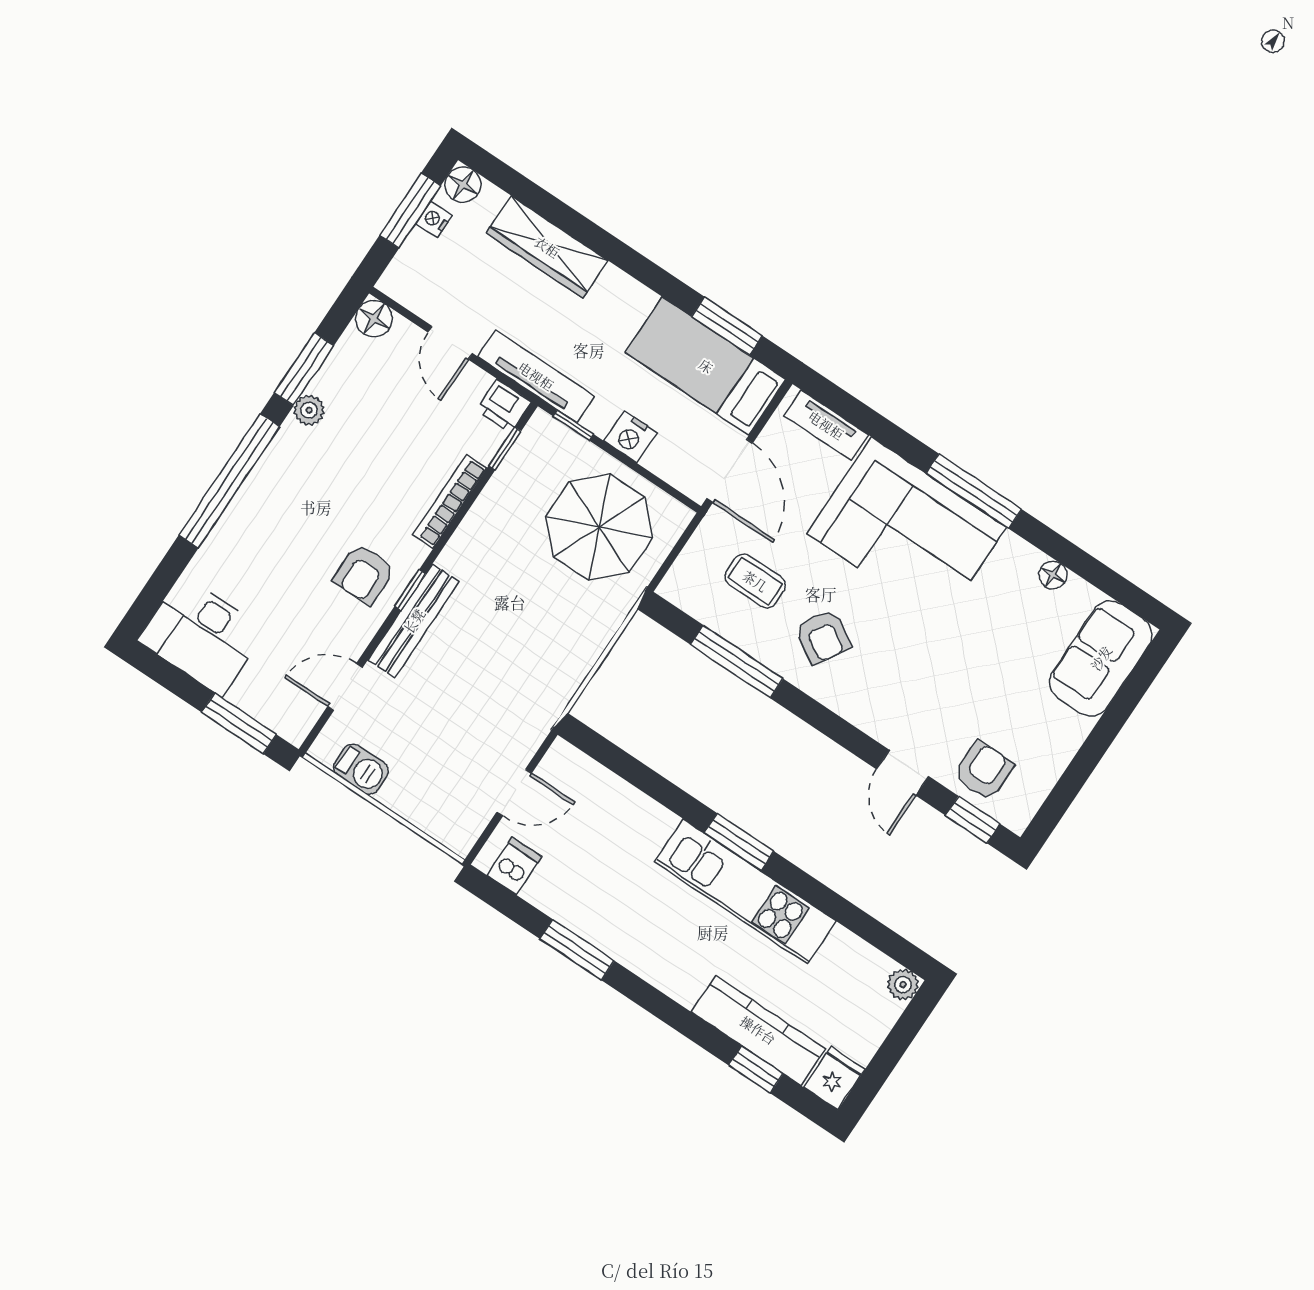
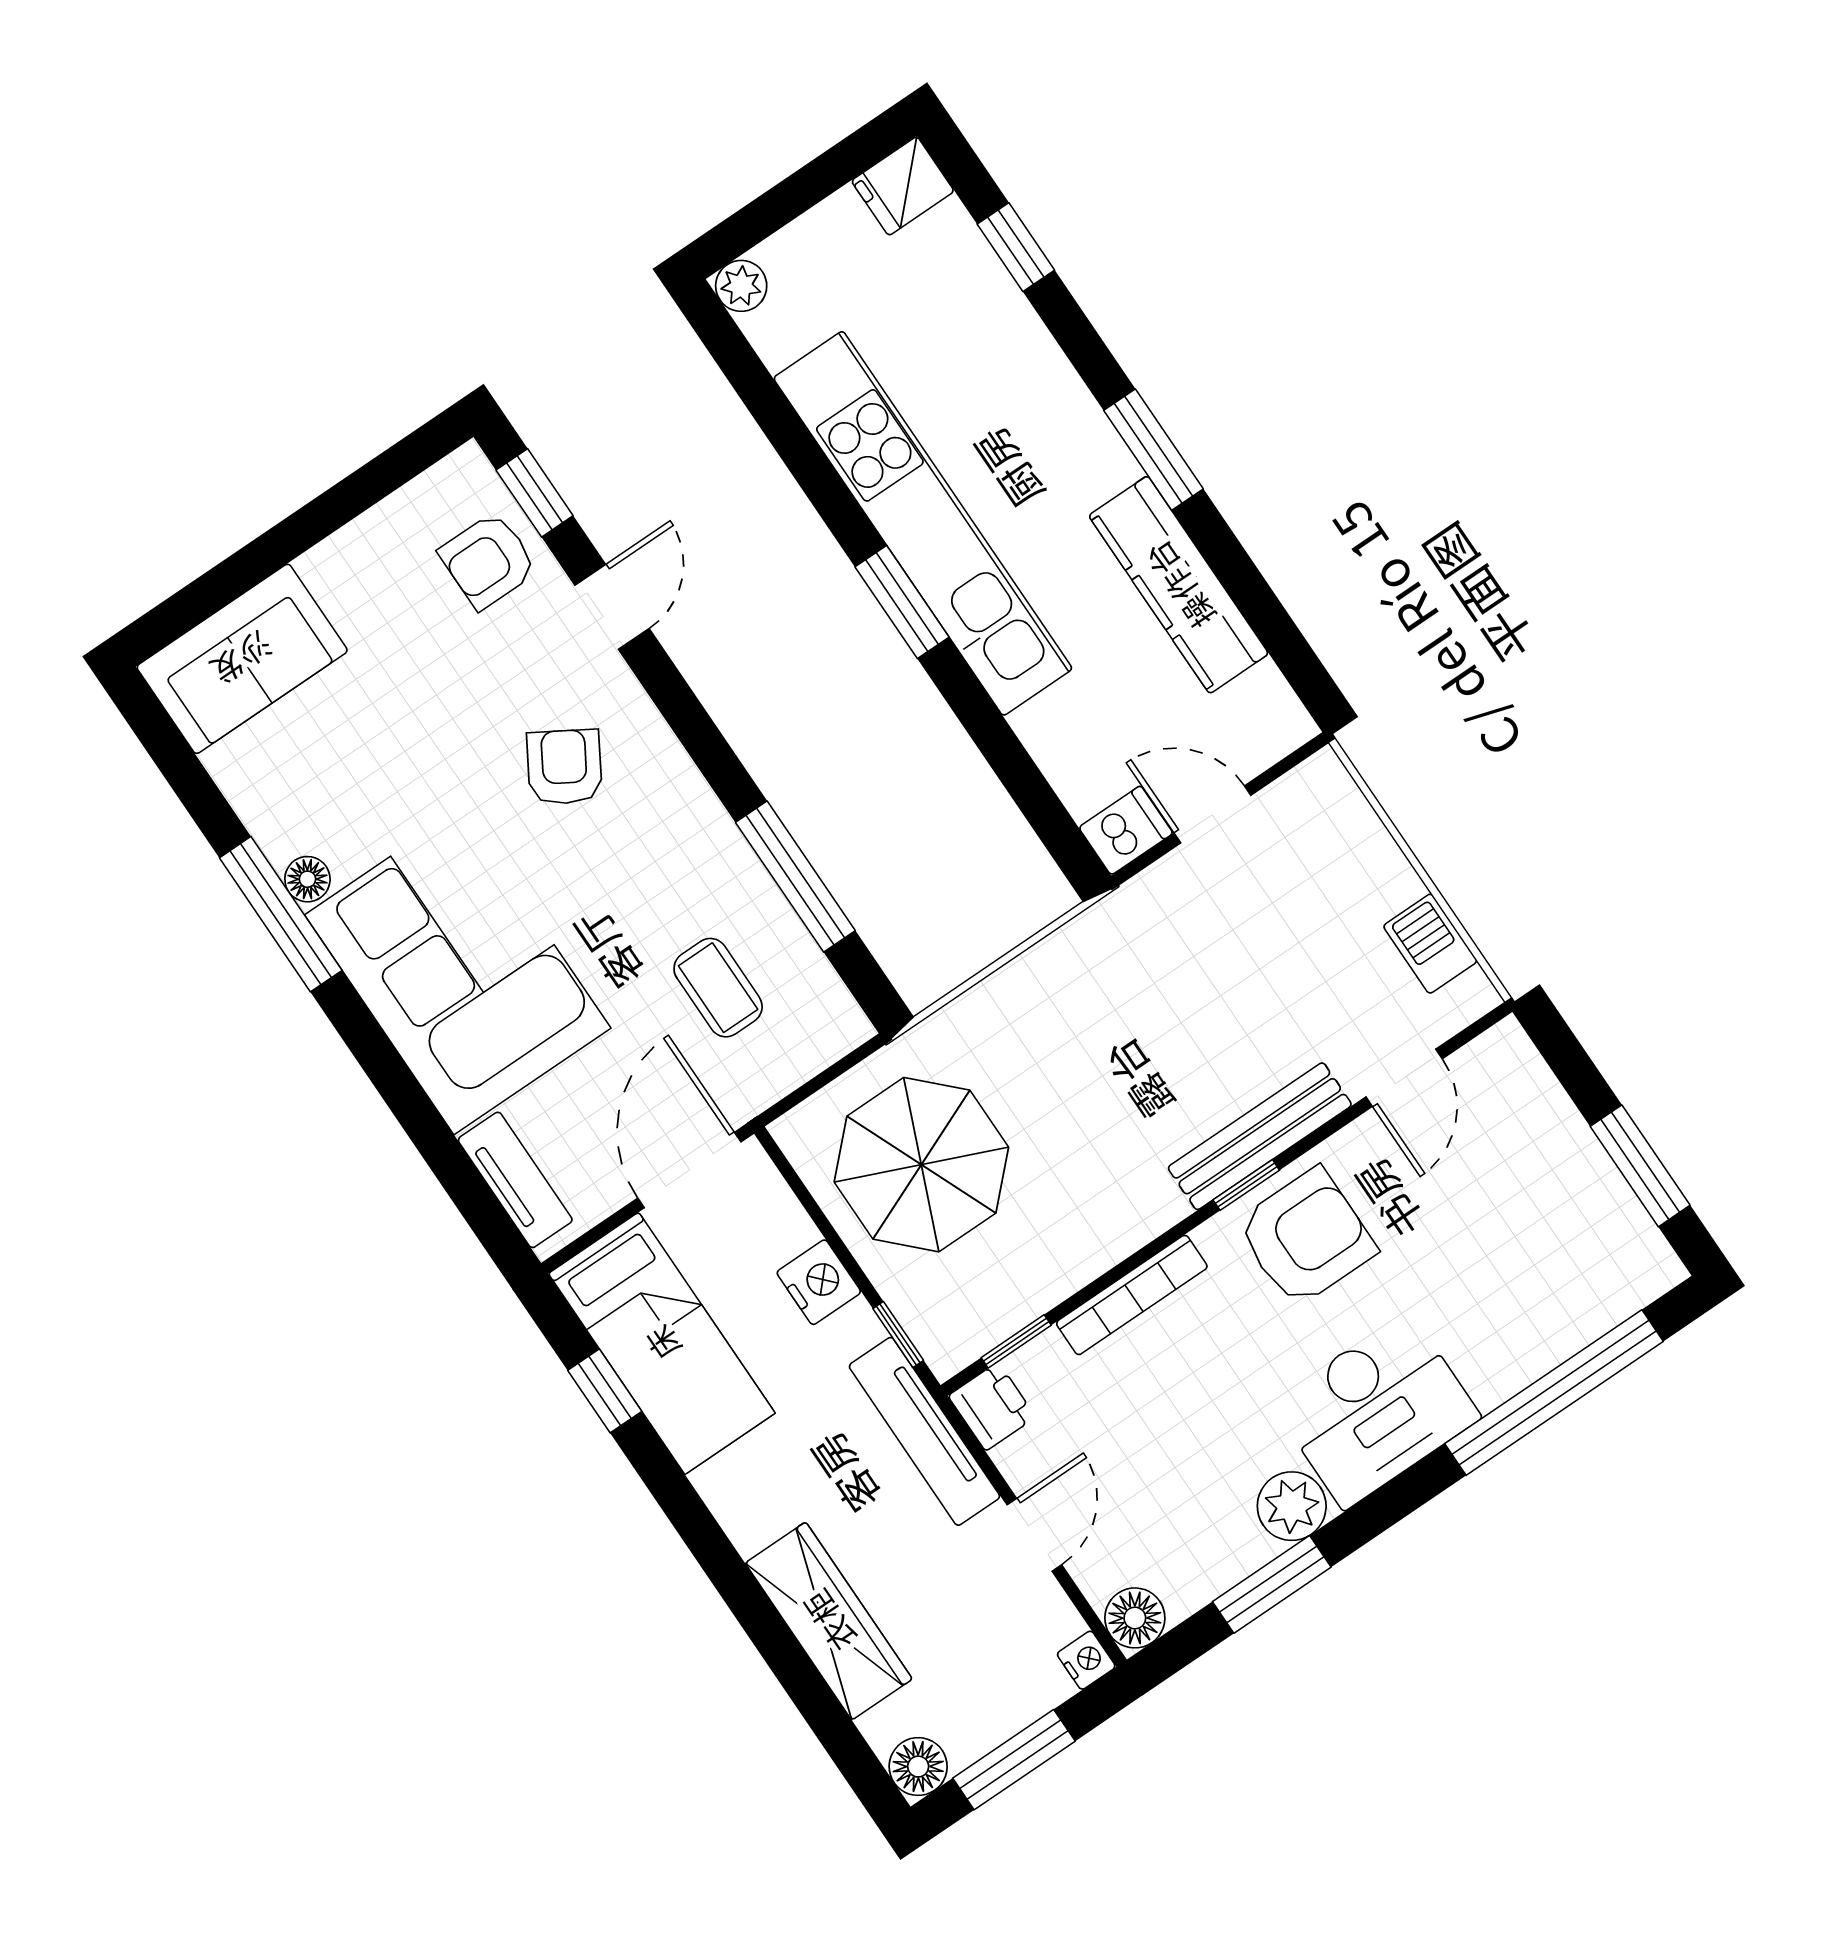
nightstand: (434, 219) -> (1086, 1660), moved, turned -90
window: (727, 326) -> (605, 1391), width x0.67
plant: (309, 410) -> (1292, 1506), width x1.38, depth x1.38
window: (229, 481) -> (1554, 1393), moved
window: (974, 491) -> (281, 914), moved
armchair: (364, 574) -> (1306, 1237), width x1.38, depth x1.38
floor lamp: (1053, 575) -> (307, 879), moved
desk: (202, 636) -> (1376, 1410), moved, turned 90
armchair: (823, 637) -> (564, 767), moved
door: (345, 687) -> (1404, 1078), hinge flipped
window: (239, 723) -> (1640, 1166), moved
dishwasher: (514, 866) -> (1126, 830), moved, turned 180
kitchen unit: (745, 891) -> (923, 523), width x1.36
window: (577, 950) -> (1153, 450), moved
kitchen counter: (758, 1030) -> (1179, 585), moved

